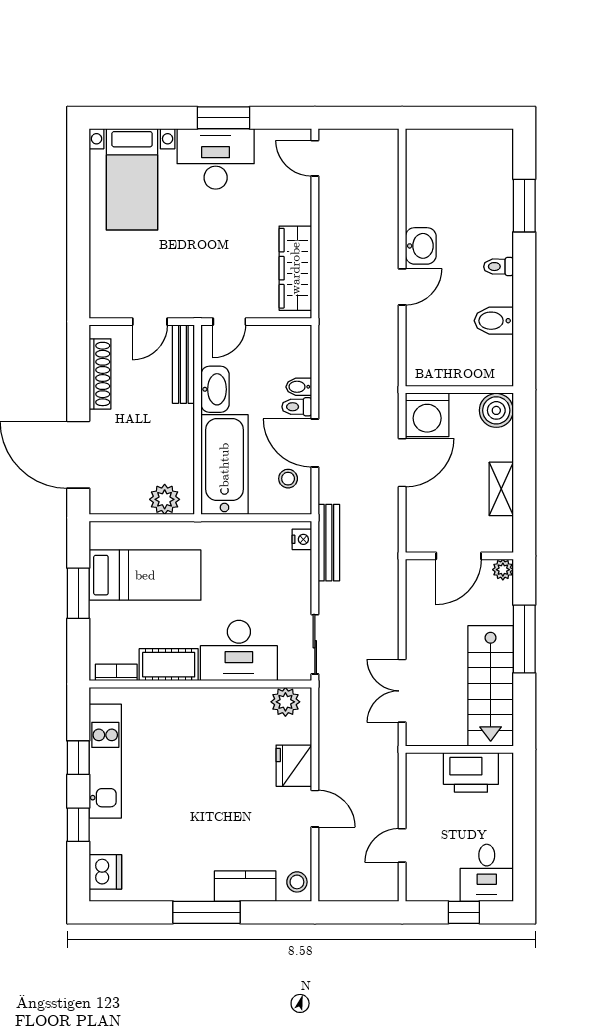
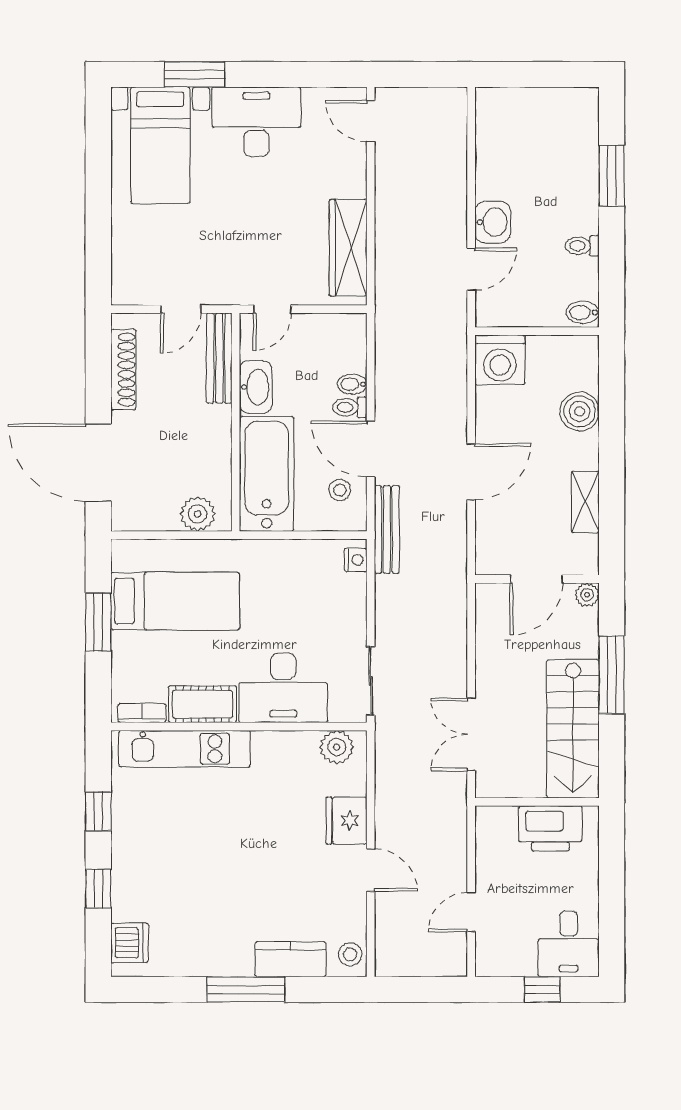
window: (223, 118) -> (195, 74), moved
bidet: (494, 321) -> (583, 312), width x0.72, depth x0.74
wall: (459, 390) -> (537, 331), moved
washing machine: (427, 415) -> (500, 360), moved
bench: (329, 543) -> (387, 529), moved
kitchen unit: (105, 761) -> (185, 749), moved, turned 90

